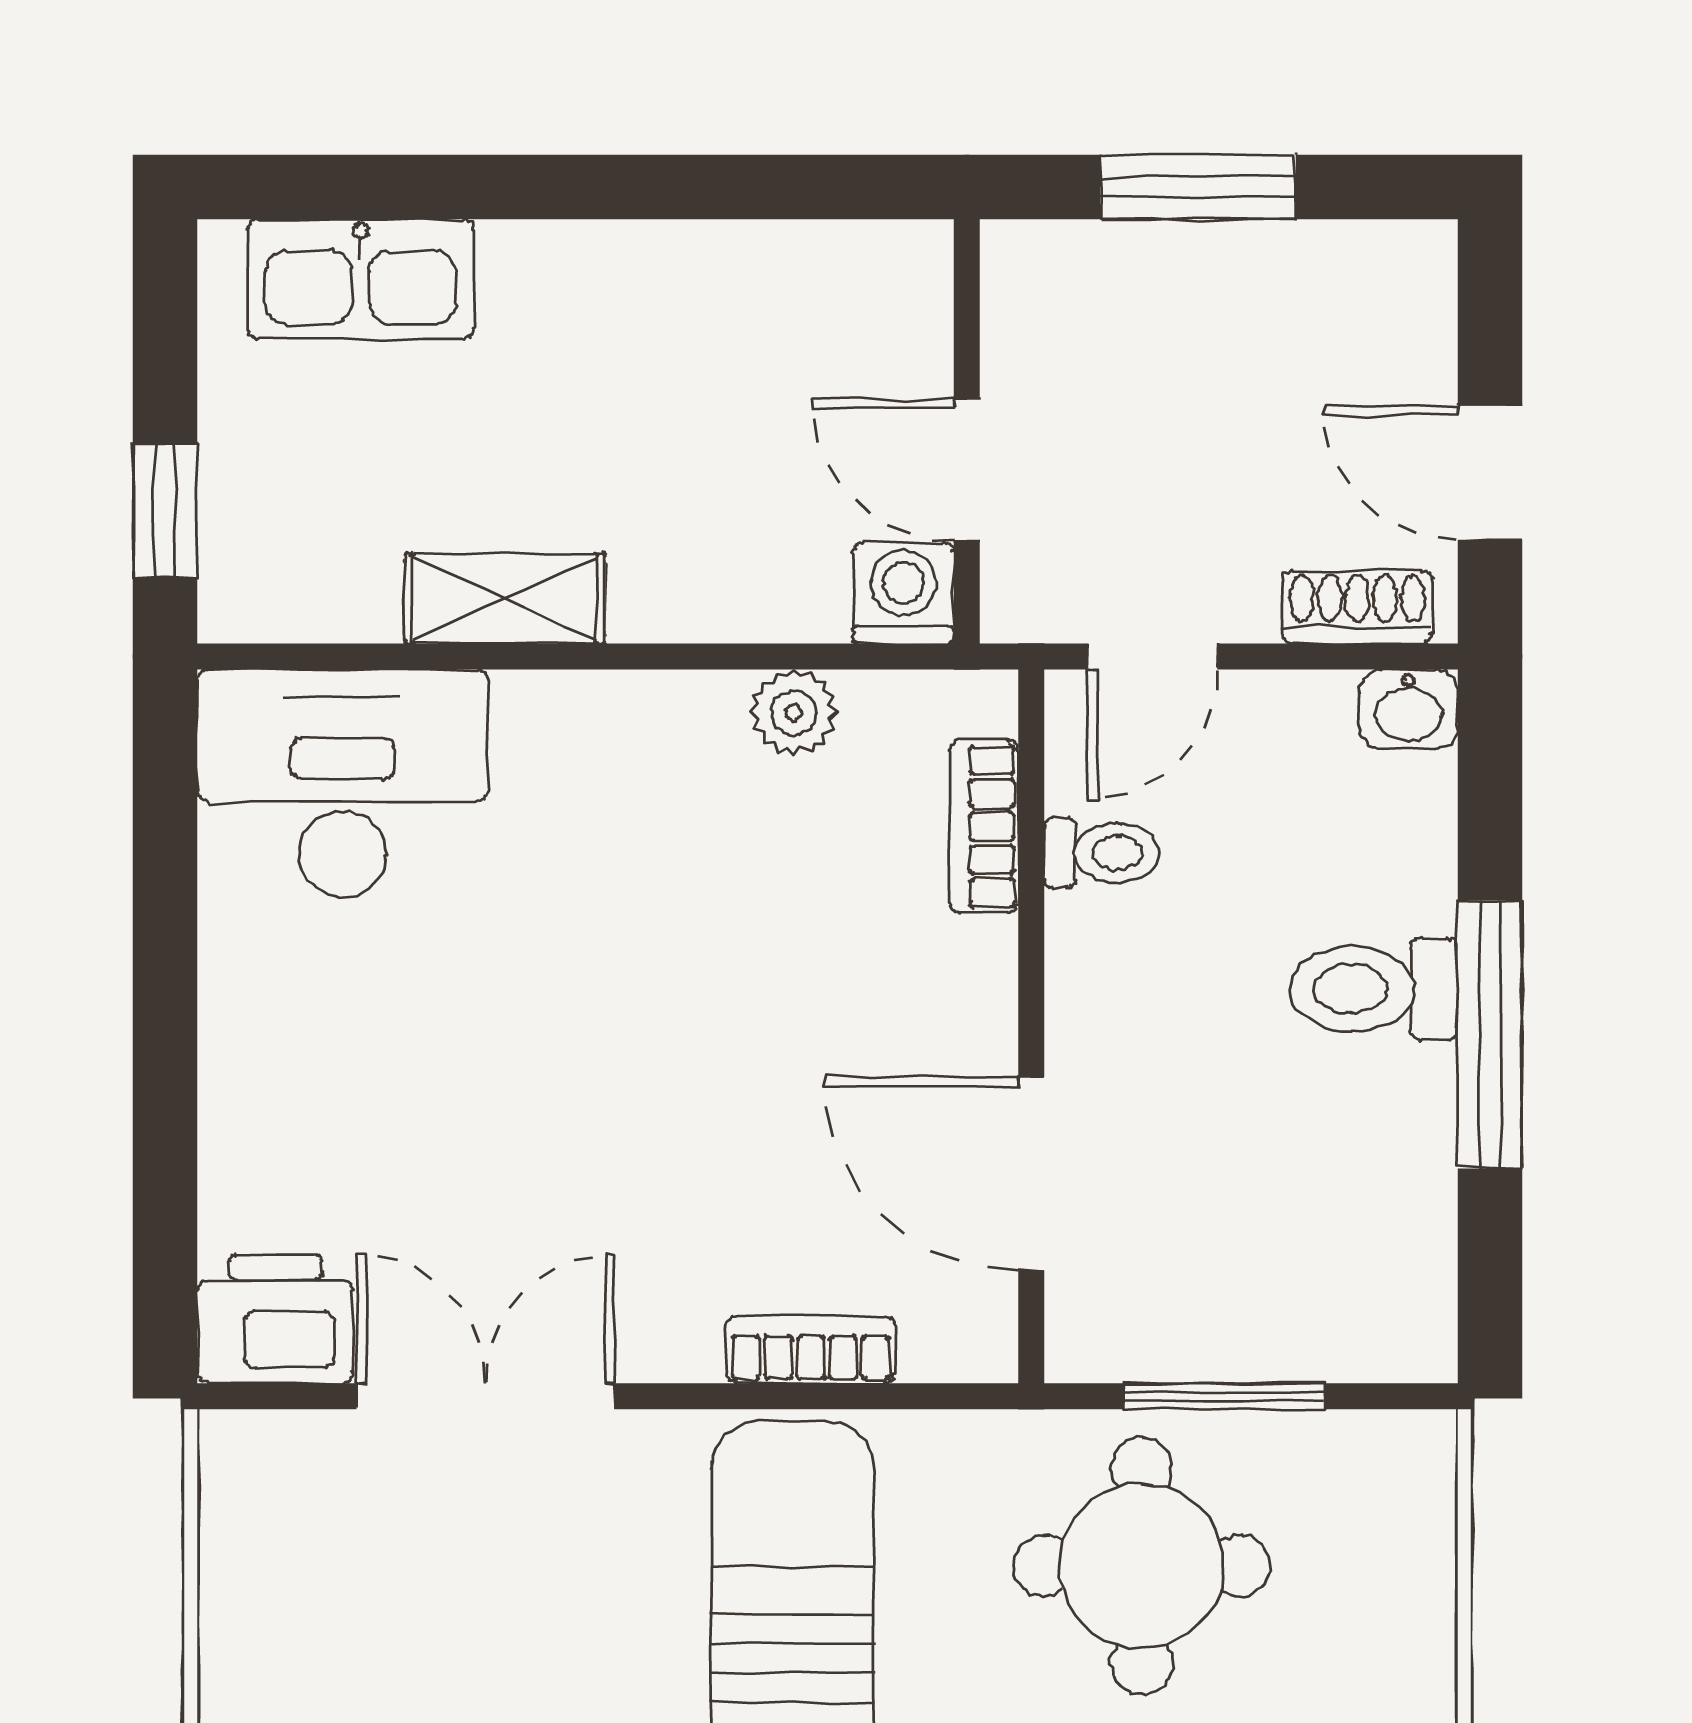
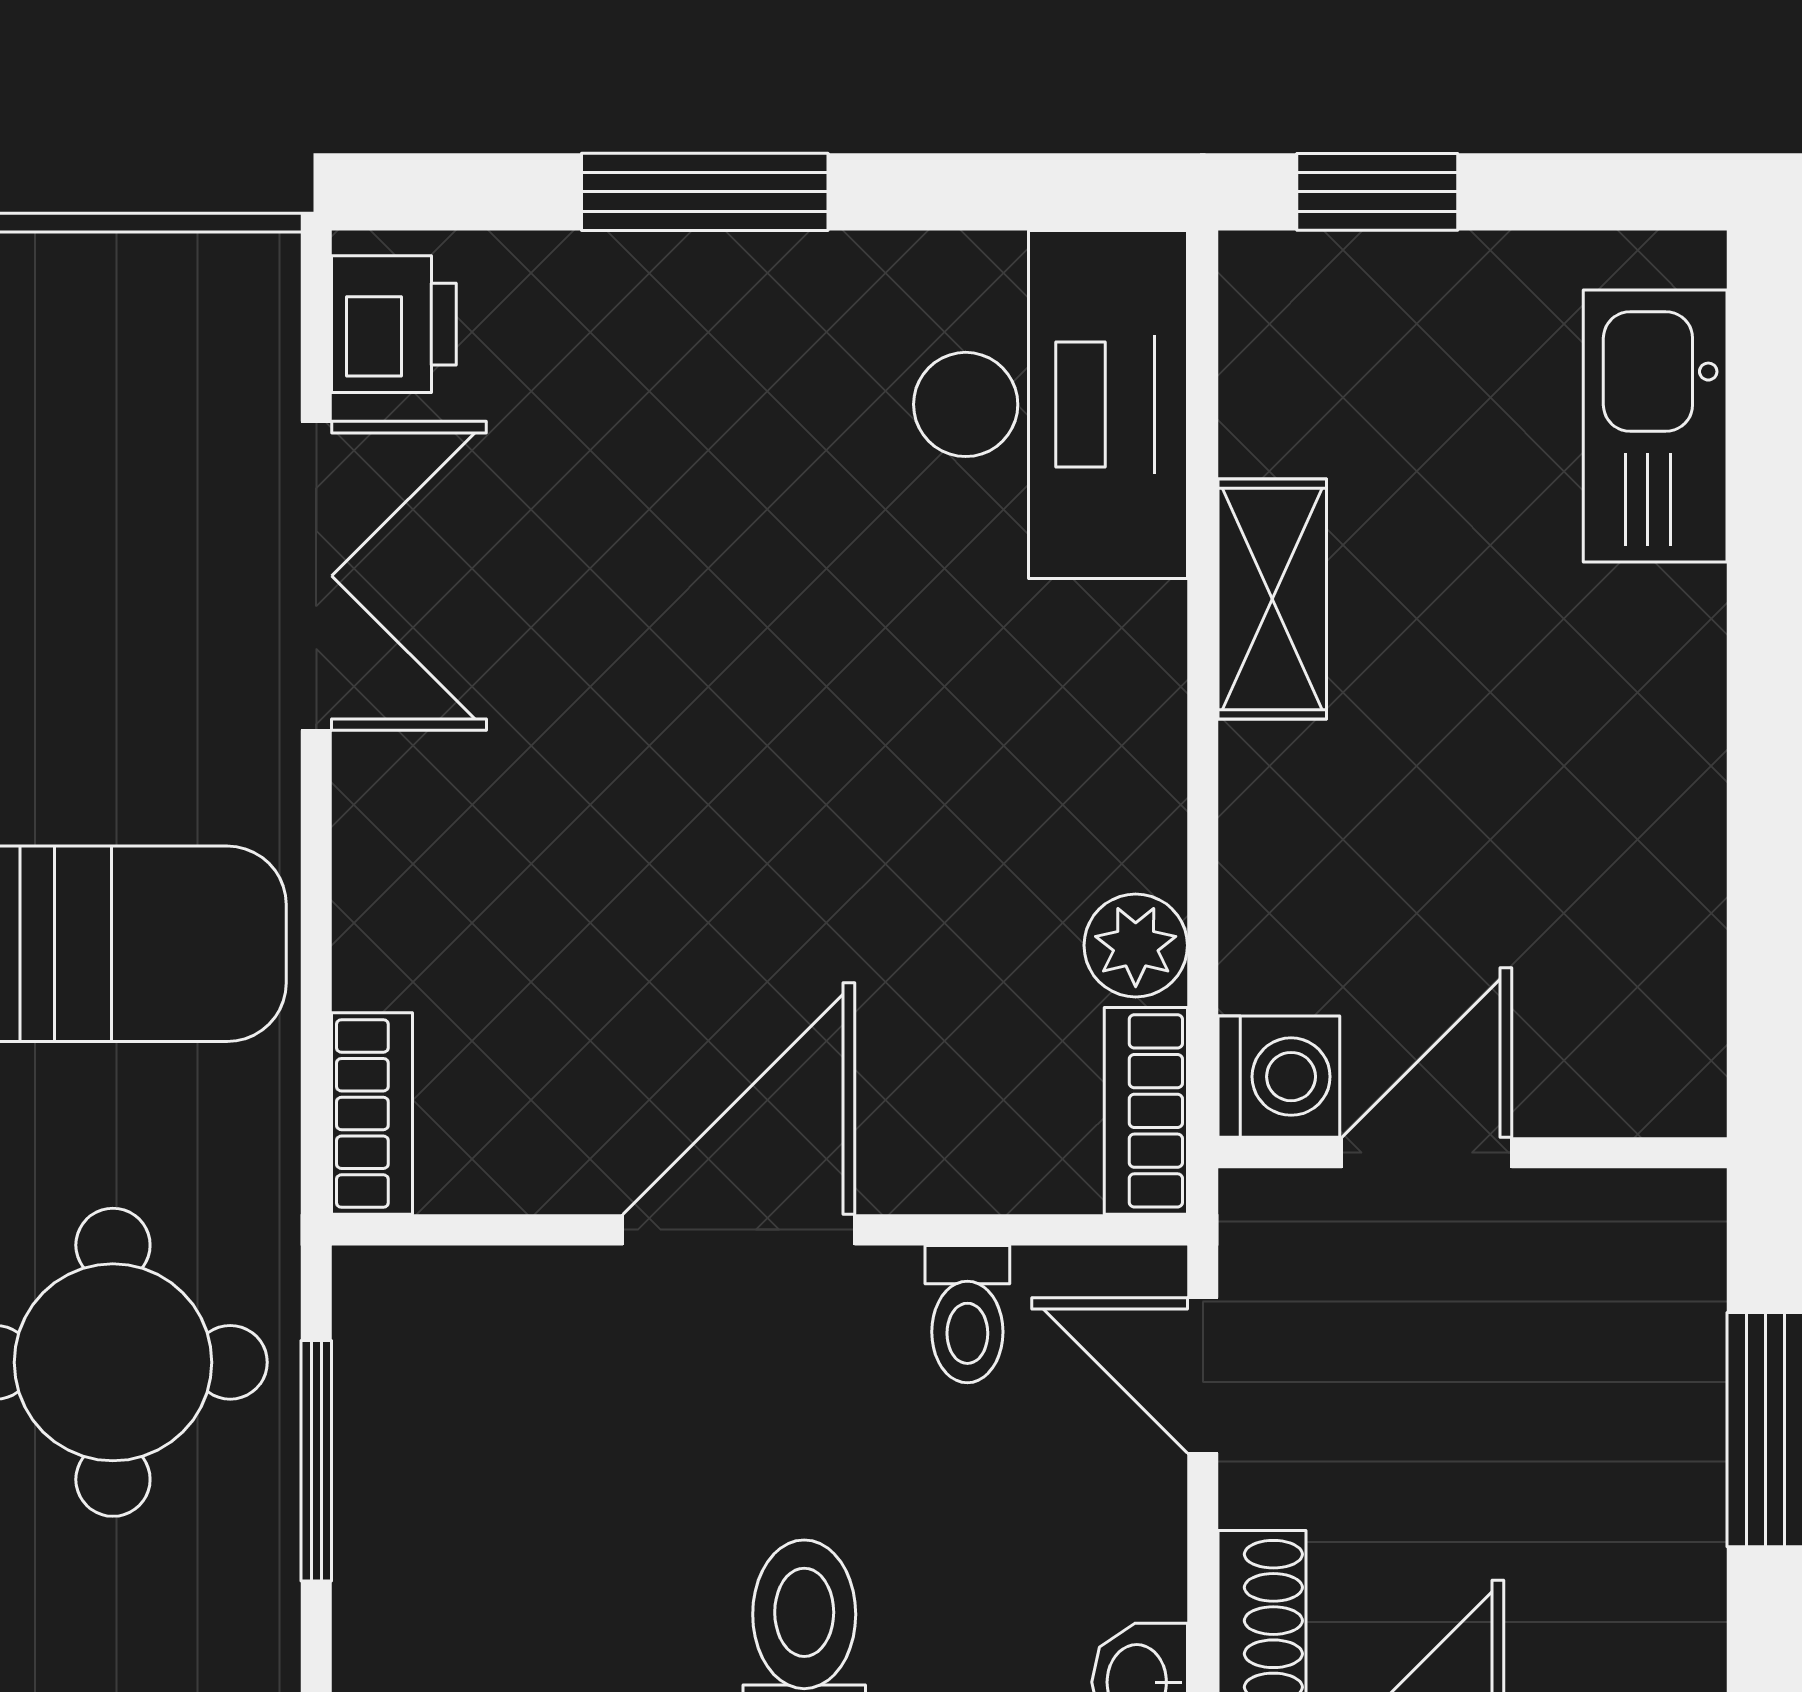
bookcase: (984, 827) -> (1146, 1111), moved, turned -90
window: (165, 1072) -> (705, 192), added
door: (1031, 1174) -> (739, 1230), moved
printer: (275, 1319) -> (394, 324), width x0.73, depth x0.81
bookcase: (811, 1350) -> (372, 1113), moved

